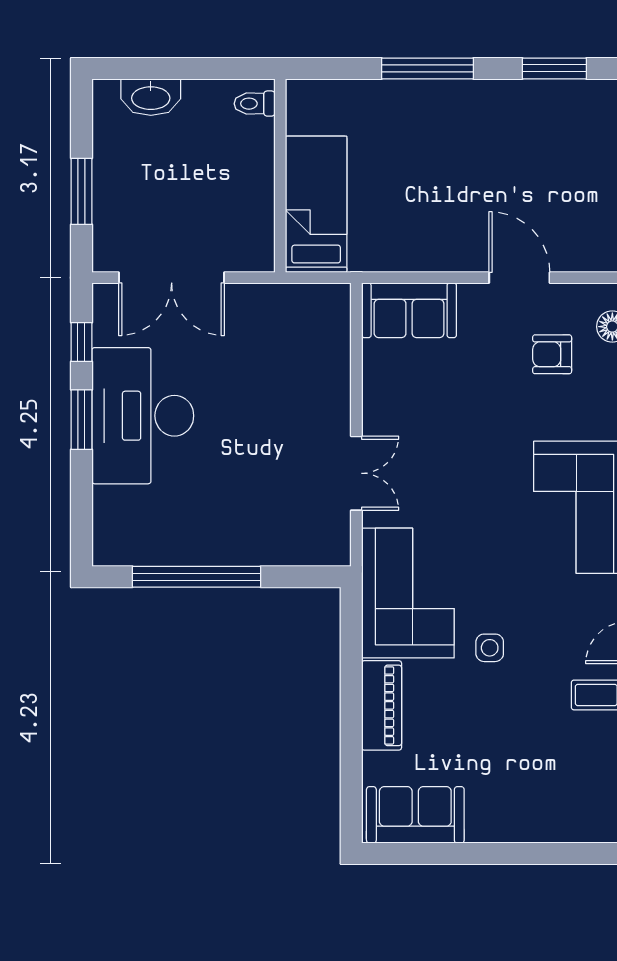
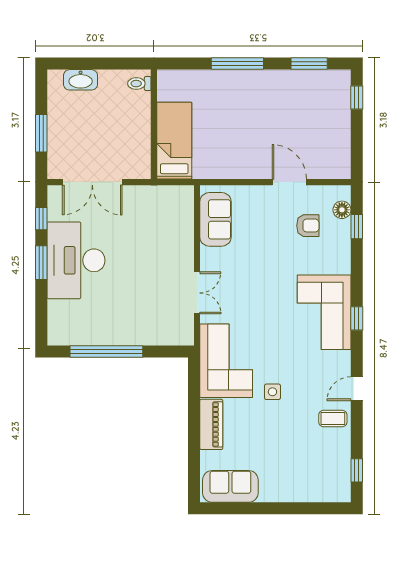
sofa: (409, 310) -> (215, 219), moved, turned -90
armchair: (552, 354) -> (308, 226), turned 180

